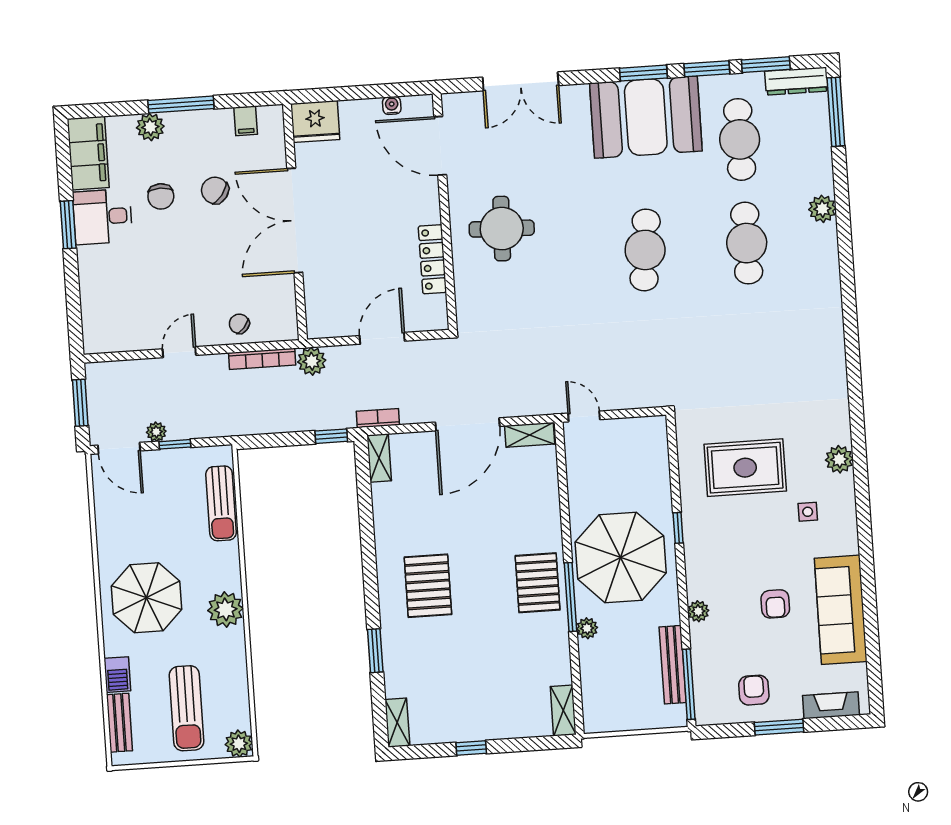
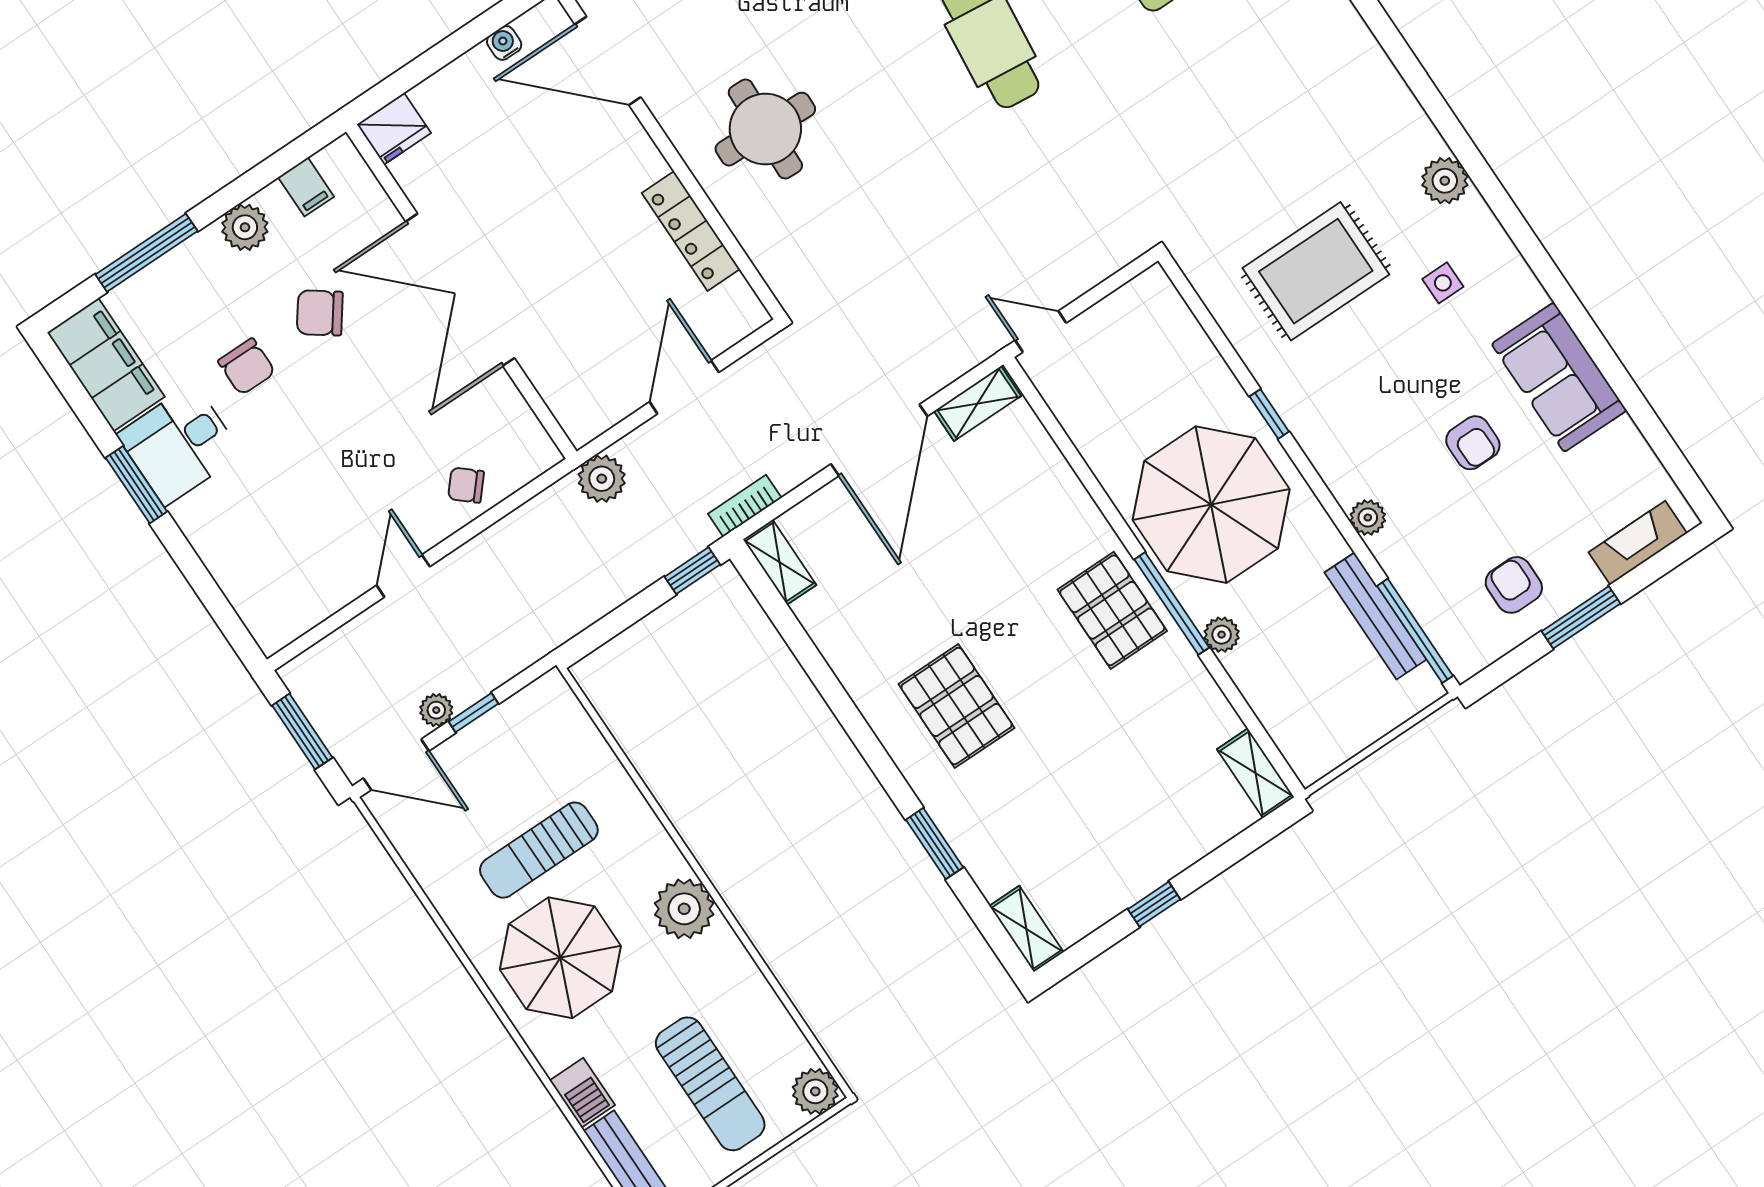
window: (181, 105) -> (146, 253), moved
fridge: (315, 122) -> (394, 129), width x0.73, depth x0.75
plant: (150, 127) -> (245, 227), moved
bookcase: (262, 359) -> (528, 517), removed
sun lounger: (221, 503) -> (539, 850), moved, turned 90
sofa: (841, 610) -> (1559, 377), width x0.73

